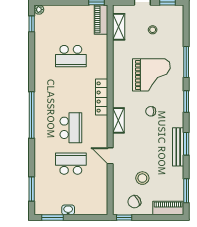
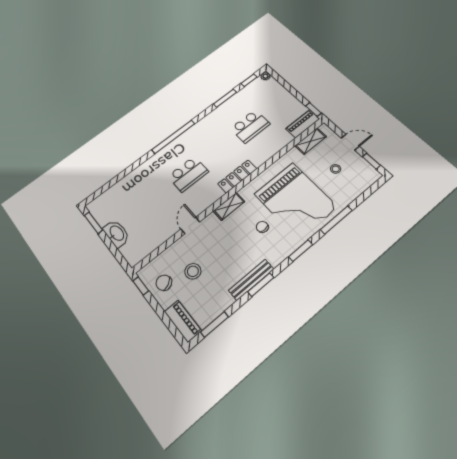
school desk: (71, 56) -> (250, 126), turned -90
grand piano: (151, 75) -> (296, 200), width x1.37, depth x1.48
school desk: (71, 164) -> (156, 199), removed
window: (32, 189) -> (225, 98), moved
washbasin: (68, 210) -> (116, 233), width x1.91, depth x1.45

